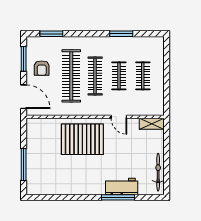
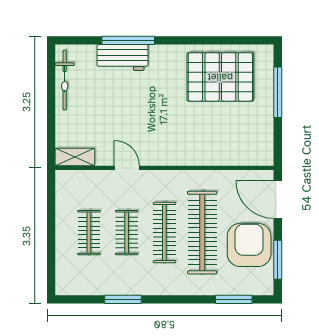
armchair: (42, 68) -> (249, 245), width x1.88, depth x1.88
pallet: (82, 139) -> (220, 77), moved

